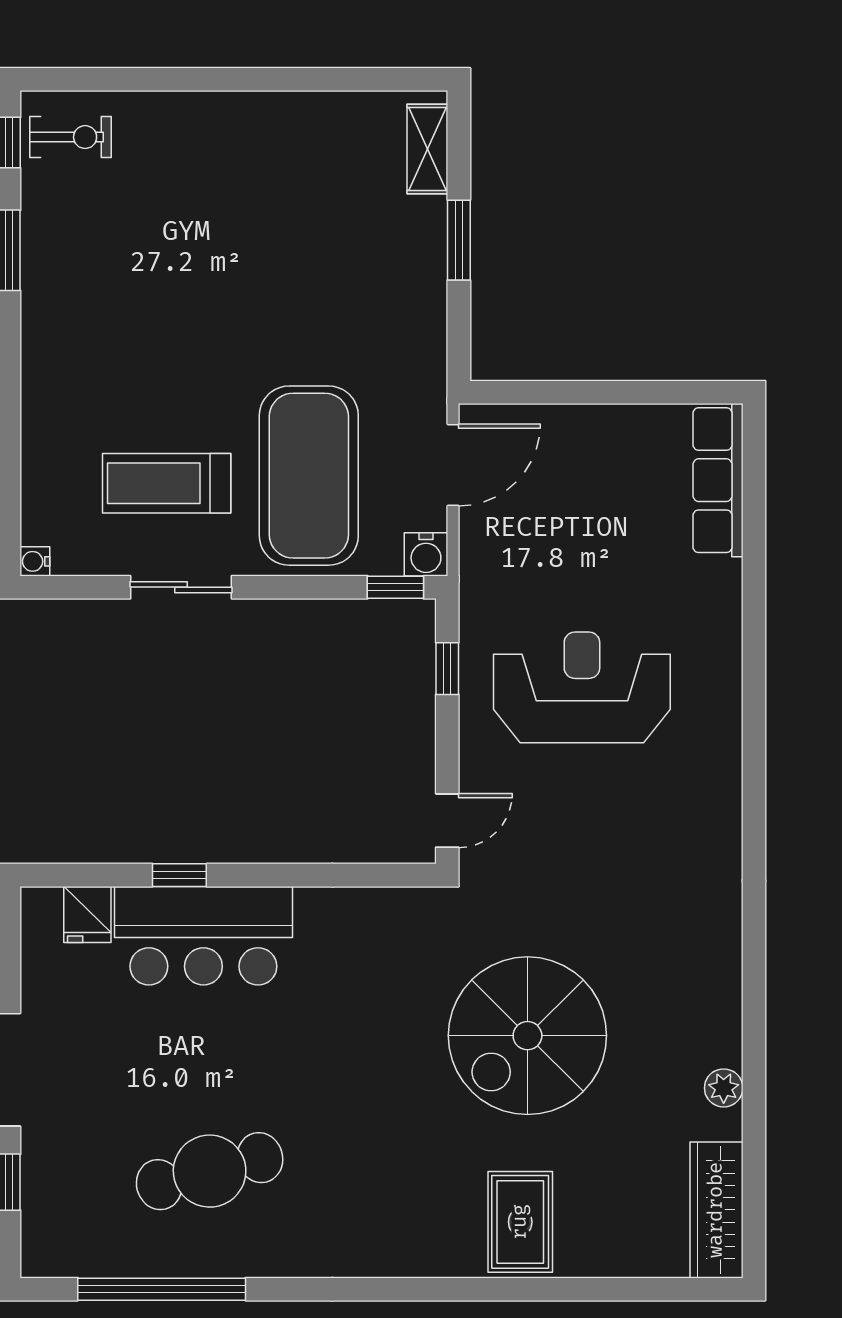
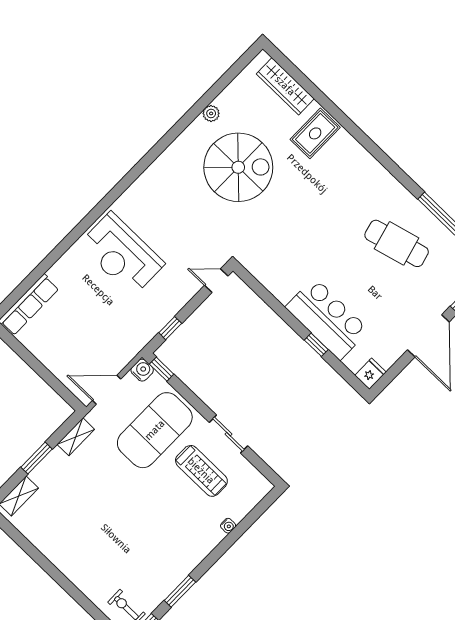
shelving: (428, 338) -> (76, 437), added
water cooler: (35, 561) -> (228, 526), moved
reception desk: (582, 687) -> (122, 254), moved
fridge: (87, 914) -> (370, 374), moved
spiral stairs: (527, 1036) -> (238, 167), moved
wardrobe: (716, 1210) -> (285, 86), moved, turned 90

